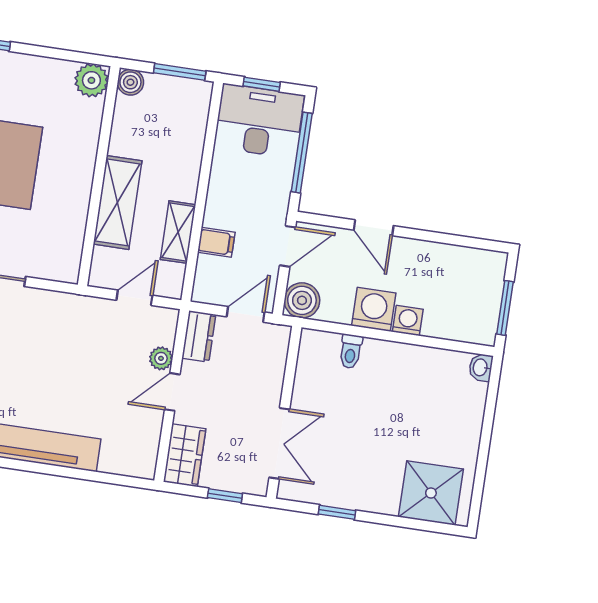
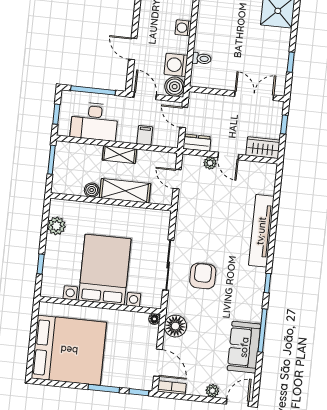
plant: (91, 80) -> (56, 226), moved
boiler: (130, 82) -> (92, 190), moved
desk: (259, 121) -> (94, 121), moved, turned -90
door: (374, 228) -> (133, 49), swing flipped
shelving: (178, 232) -> (119, 155), moved
washing machine: (374, 309) -> (176, 65), moved

